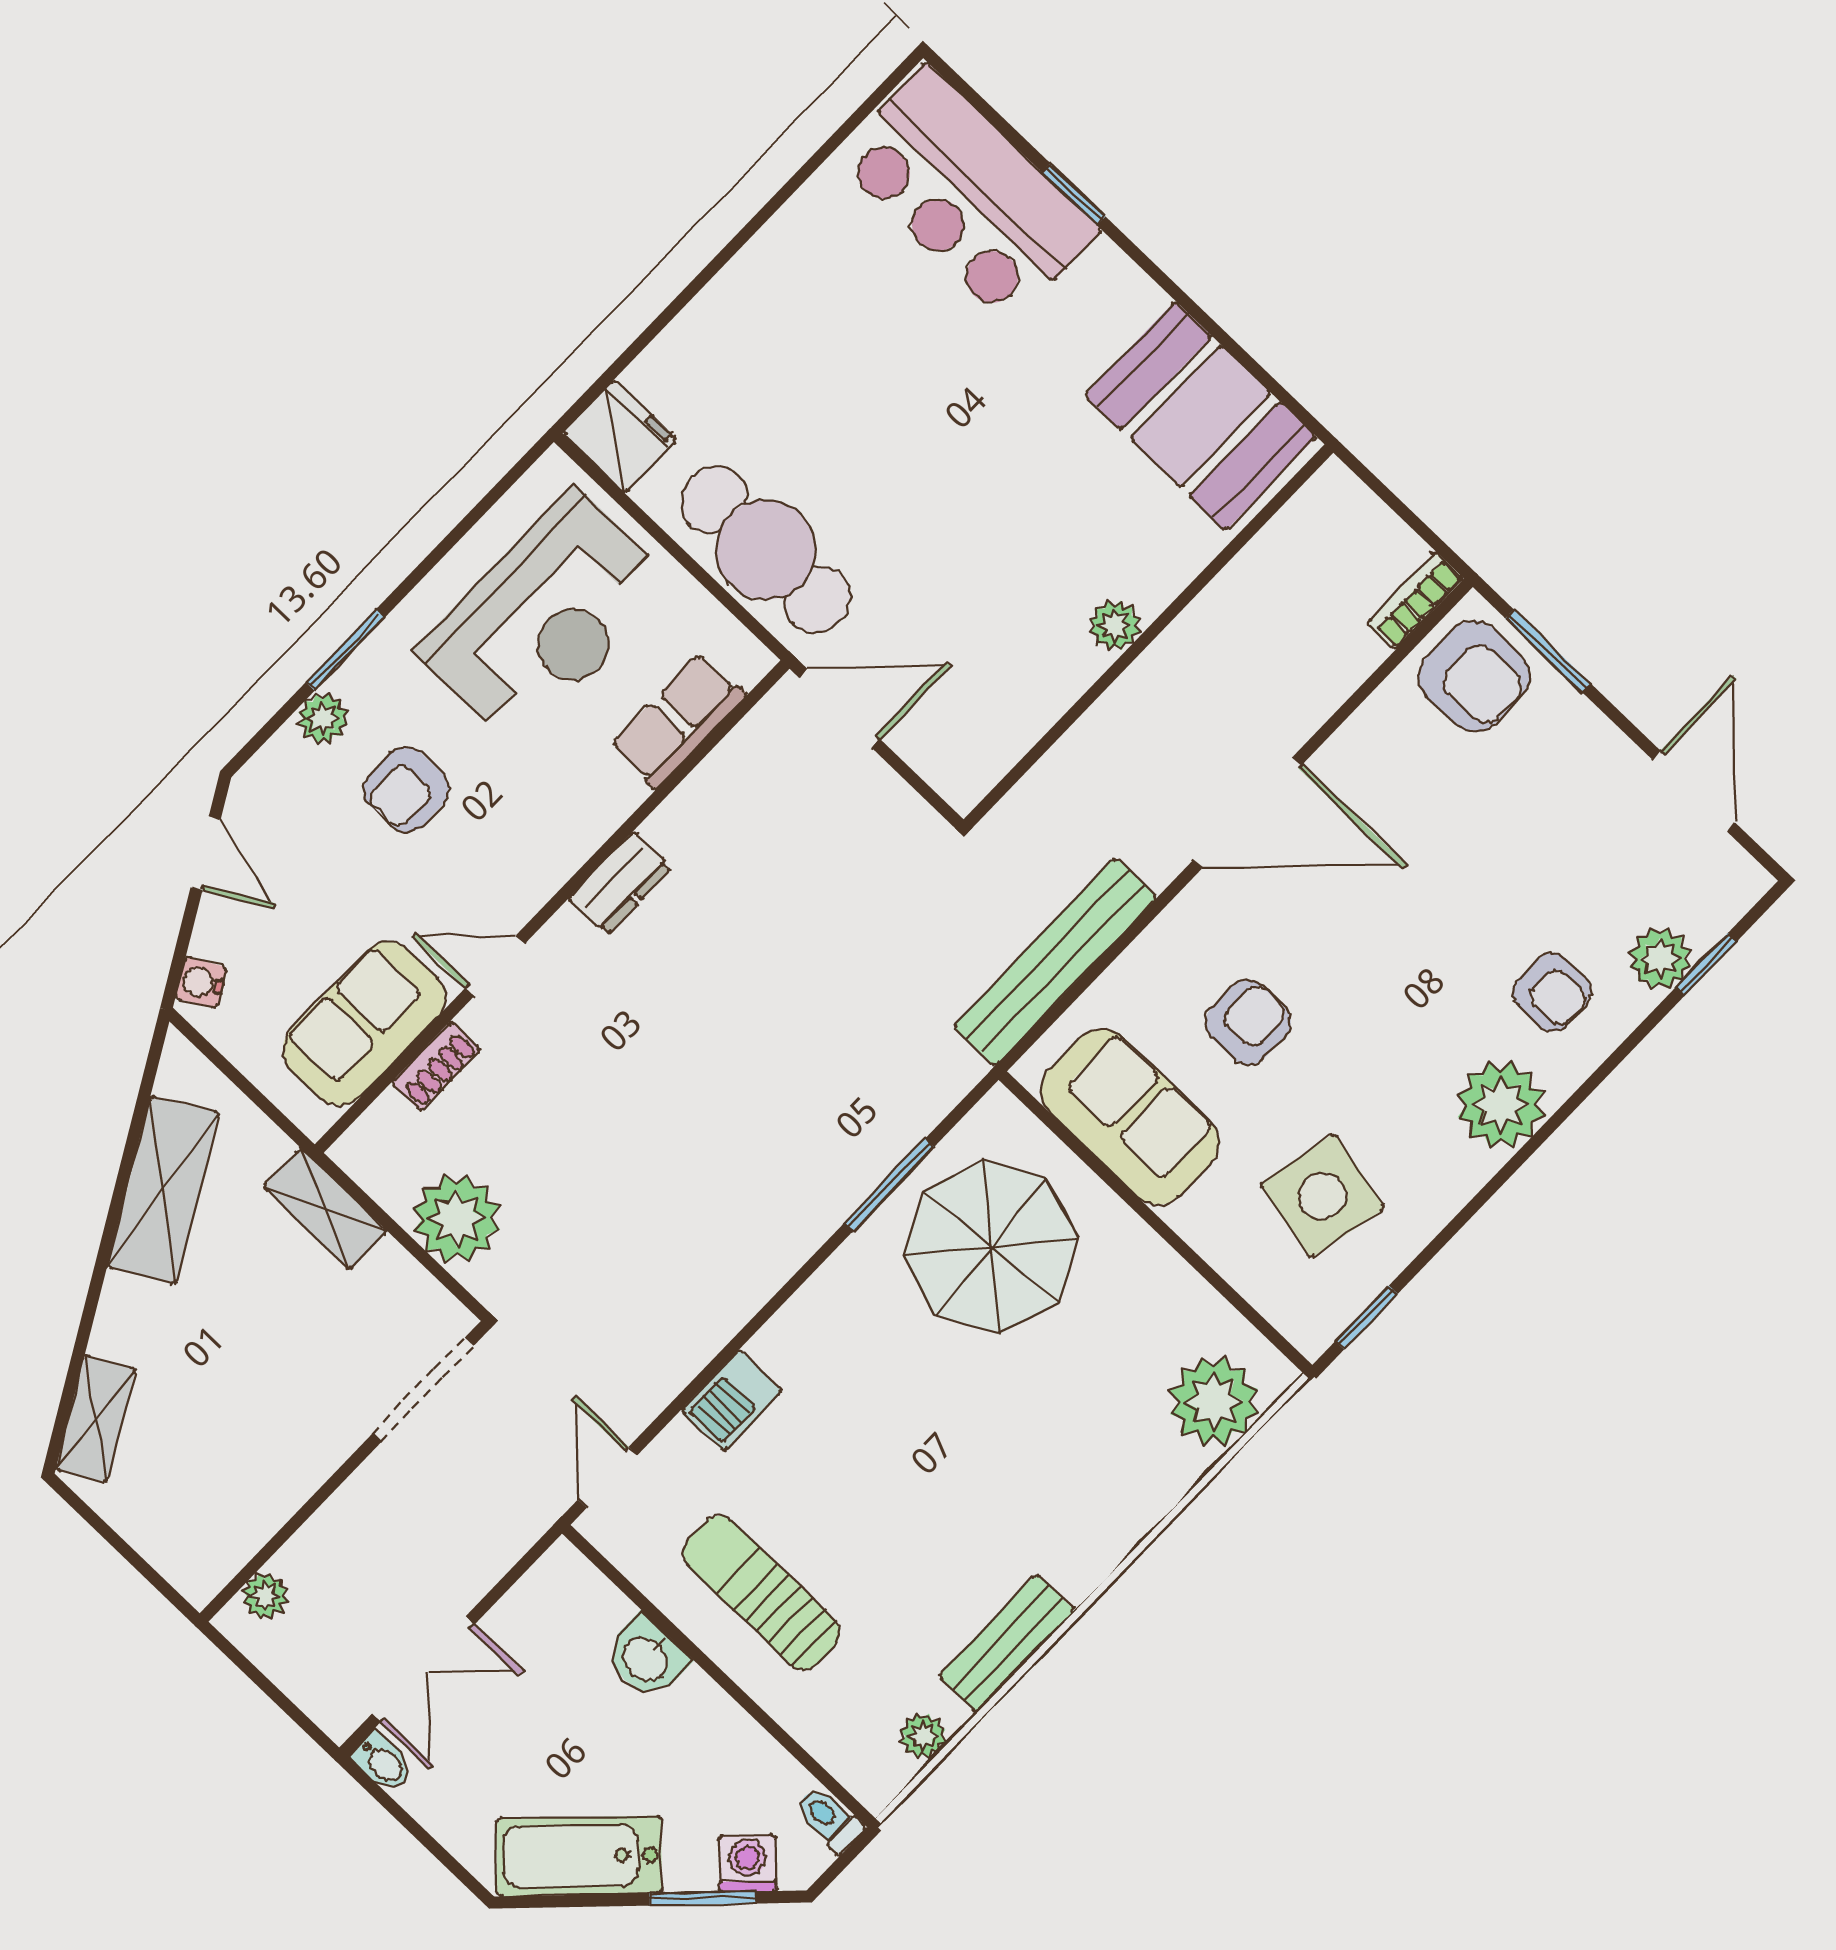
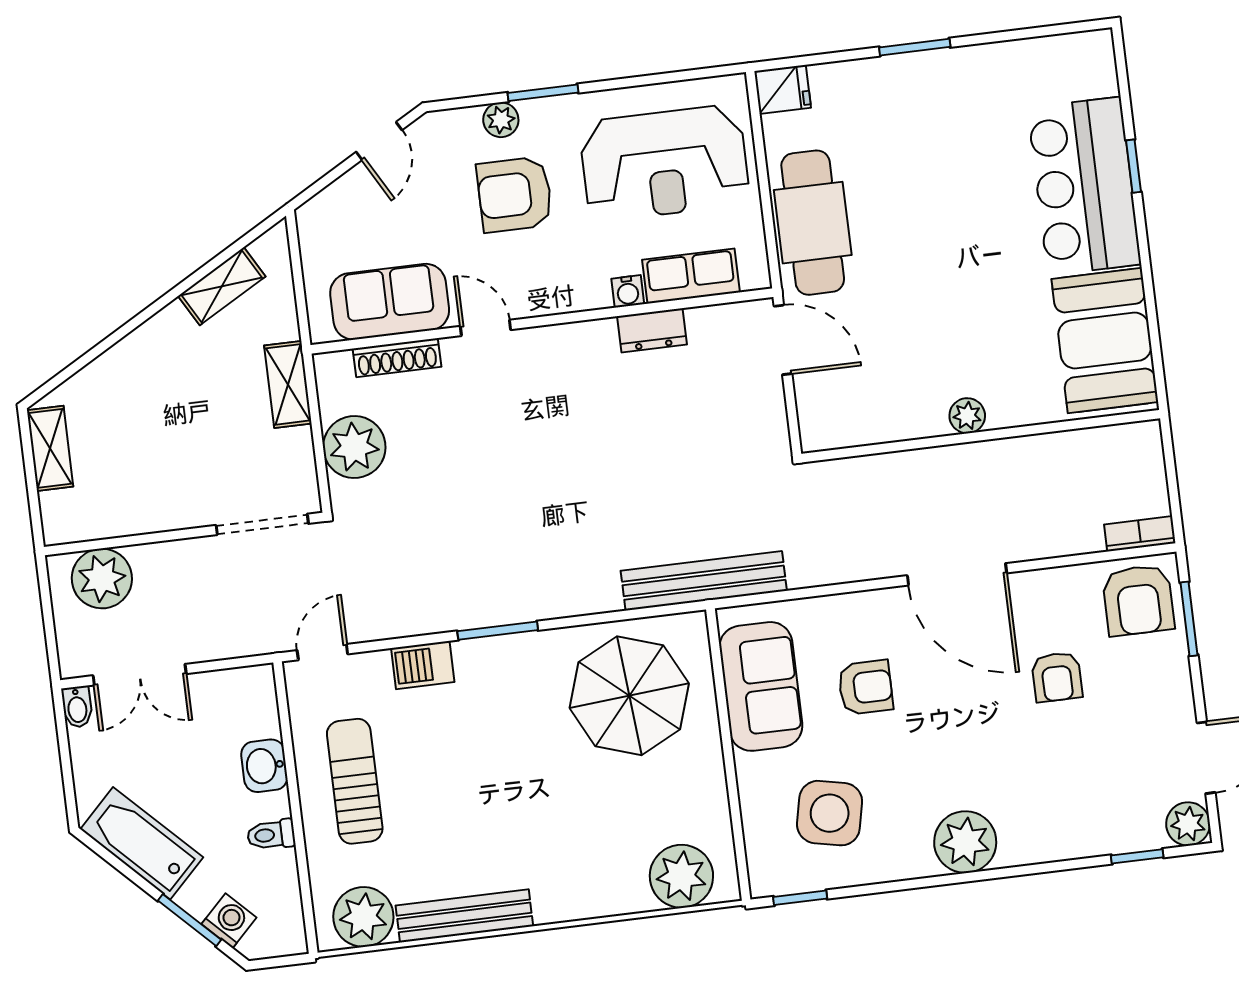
bar counter: (967, 195) -> (1084, 186), moved
window: (720, 260) -> (915, 47), added
fridge: (620, 436) -> (783, 89), width x0.72
armchair: (406, 790) -> (515, 194), width x1.38, depth x1.38
dresser: (620, 883) -> (652, 330), moved
plant: (1660, 958) -> (1188, 824), moved
bench: (1055, 962) -> (704, 581), moved
water cooler: (201, 983) -> (628, 291), moved, turned -150
armchair: (1552, 992) -> (1057, 677), moved
shoe rack: (436, 1066) -> (397, 358), width x1.43
window: (889, 1185) -> (498, 631), moved
shelving: (163, 1190) -> (222, 286), width x0.67, depth x0.75
shelving: (96, 1419) -> (50, 448), moved, turned -60
plant: (265, 1596) -> (102, 579), width x1.87, depth x1.87
bench: (1007, 1644) -> (464, 916), width x1.36
plant: (923, 1736) -> (363, 917), width x1.88, depth x1.88
toilet: (829, 1819) -> (271, 835), moved, turned -90

